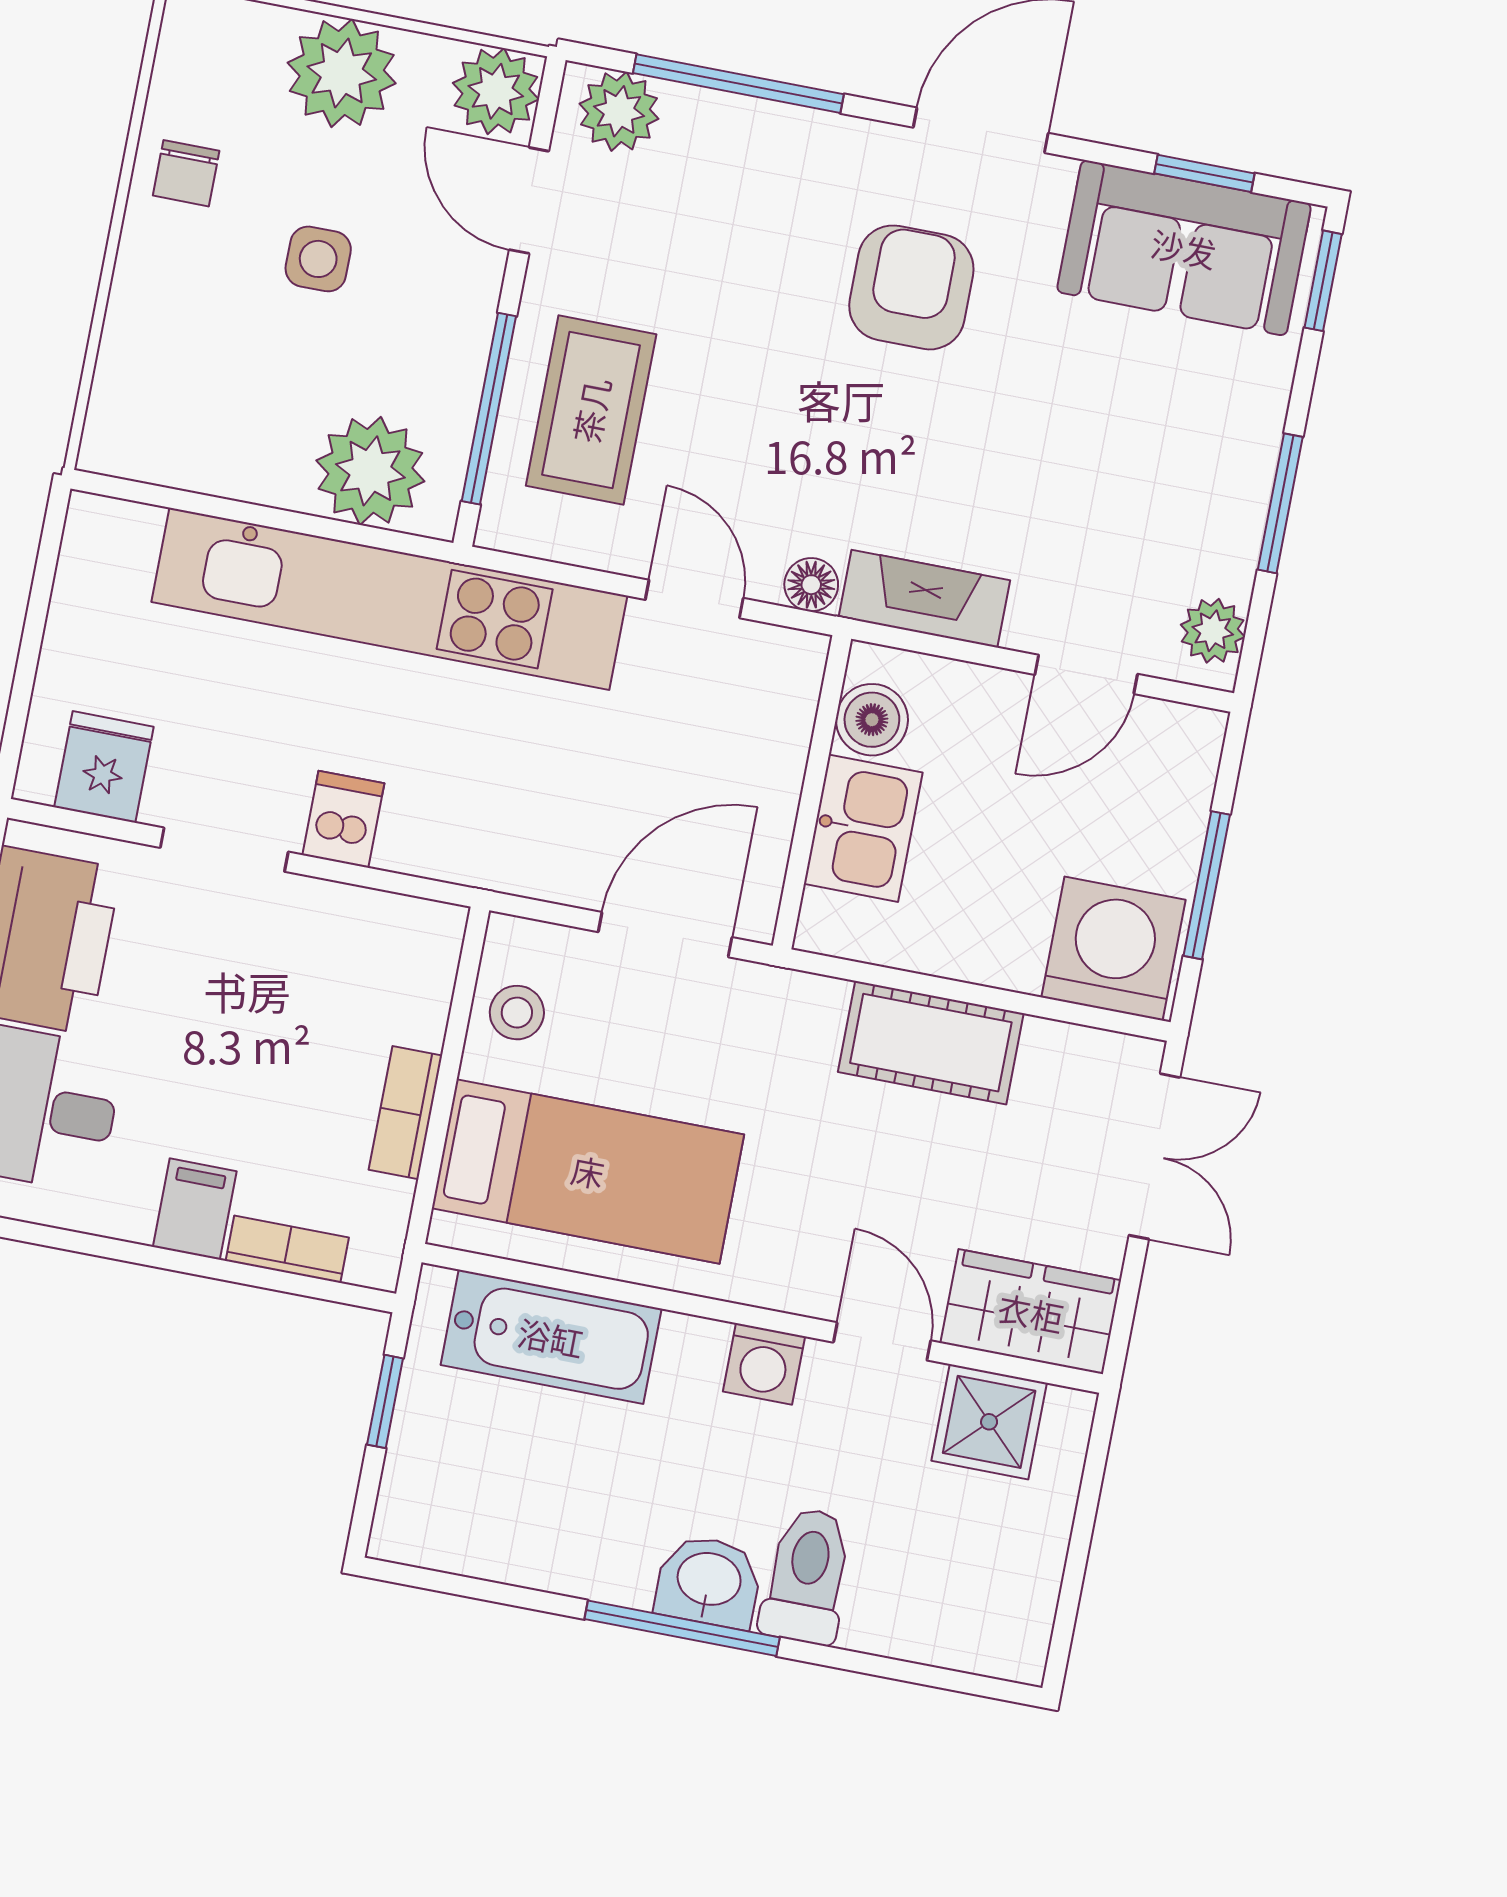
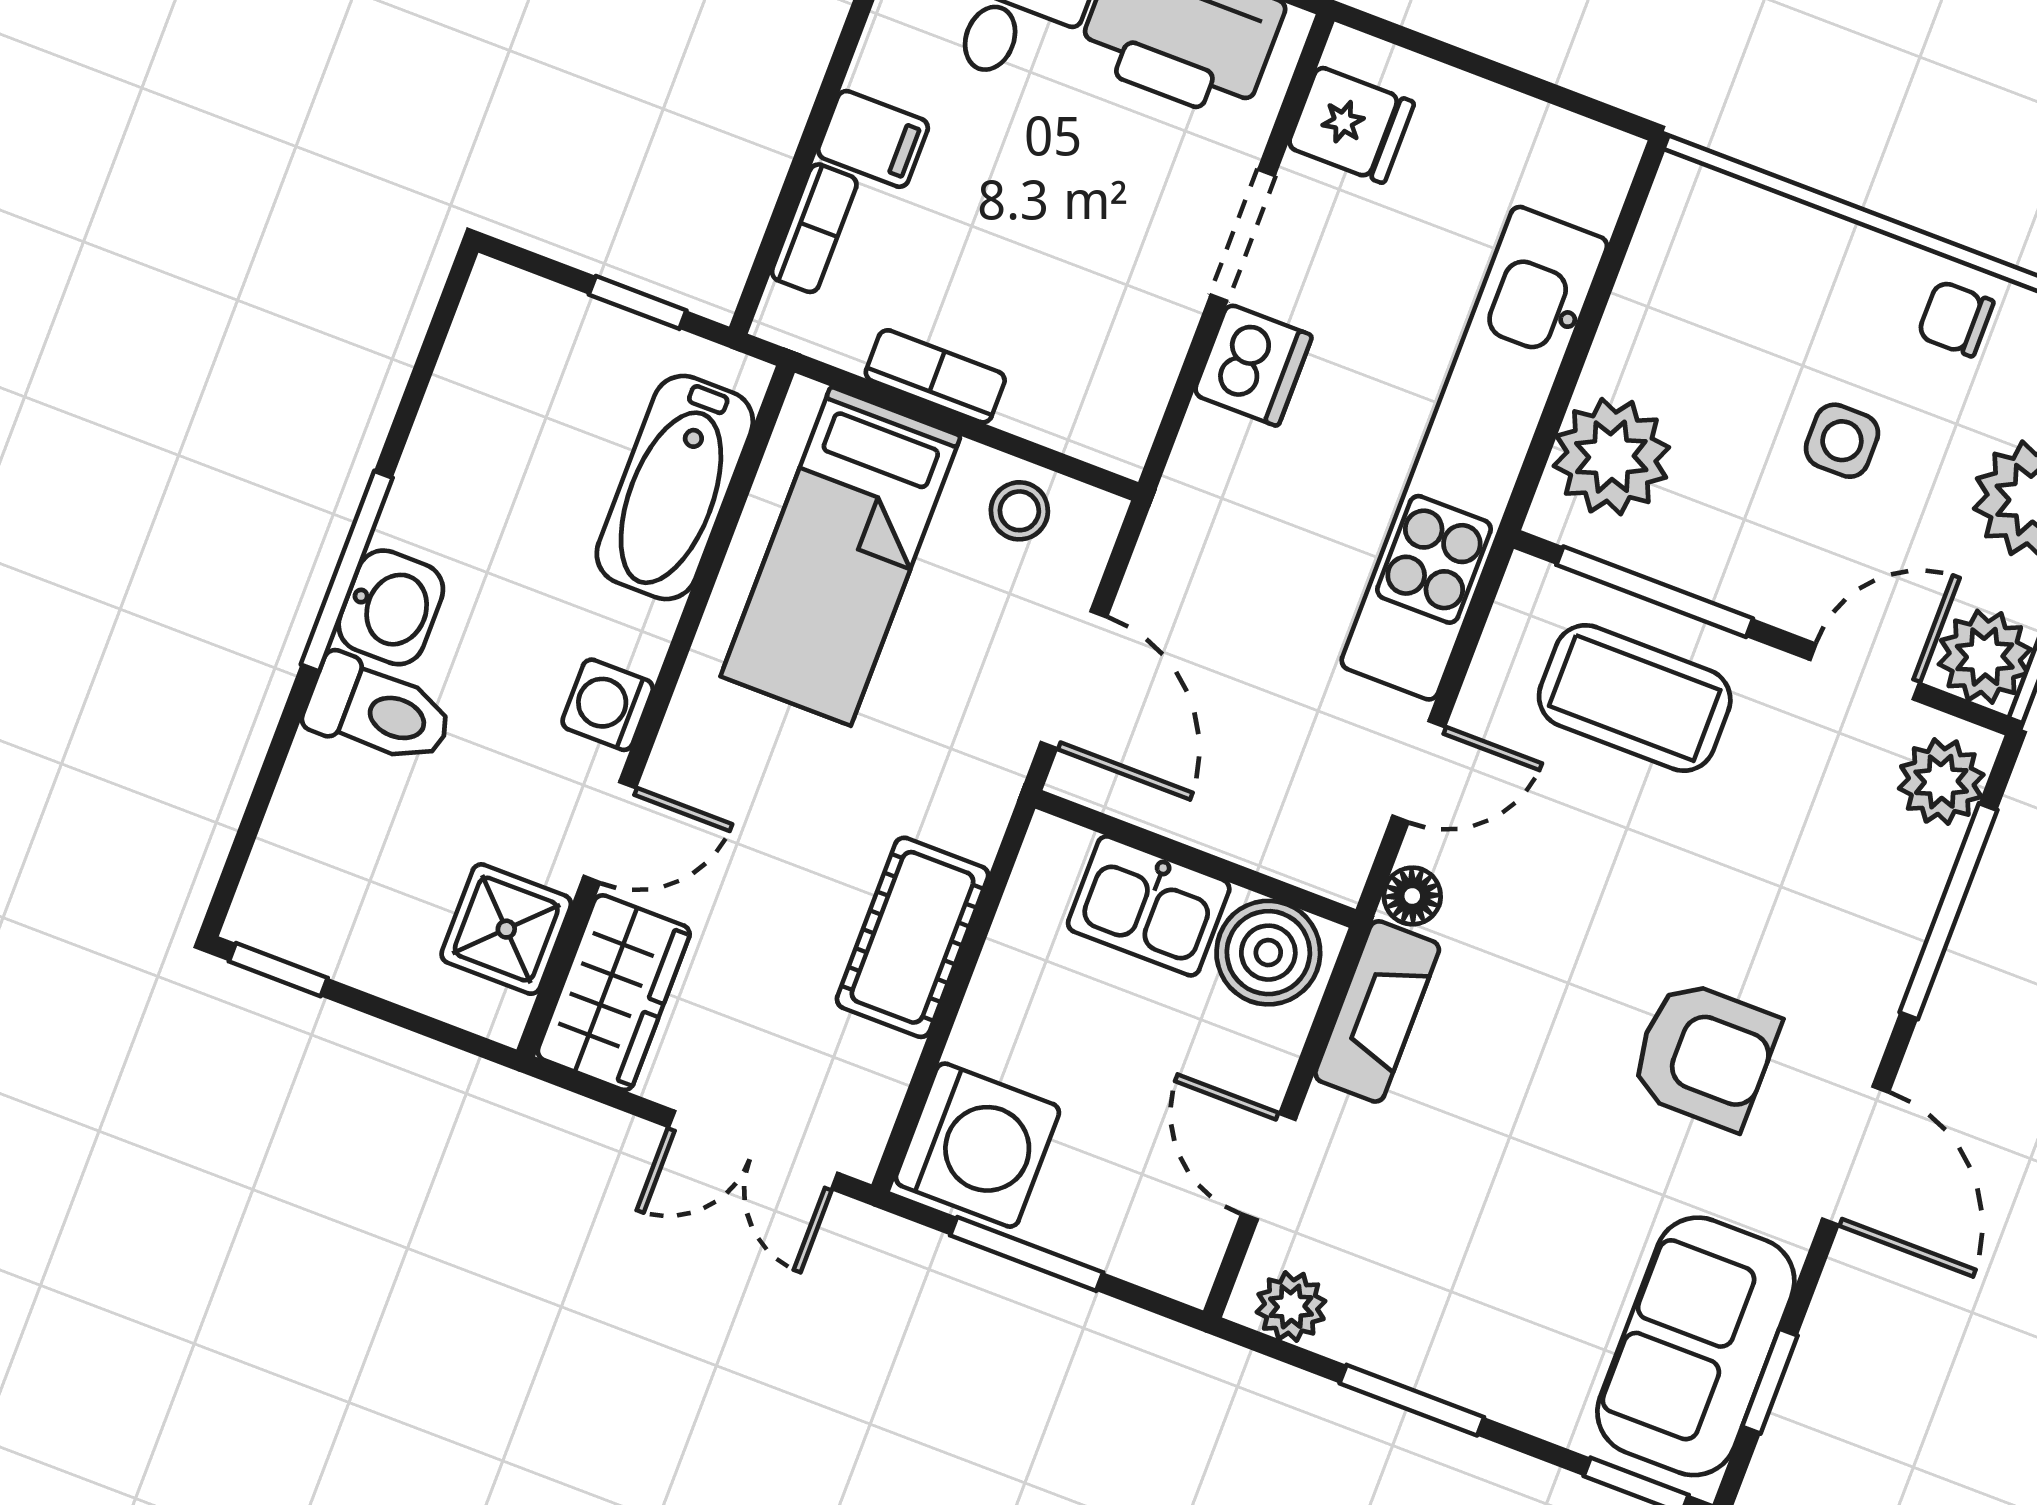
boiler: (872, 720) -> (1268, 953), width x1.36, depth x1.36
dishwasher: (343, 819) -> (1253, 365), width x1.38
window: (1064, 1627) -> (278, 970), added

